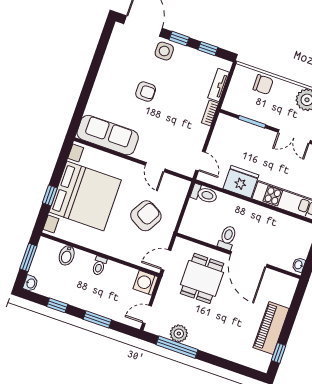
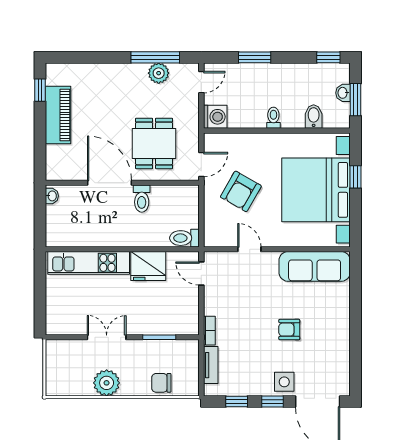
door: (166, 260) -> (201, 165), moved
washbasin: (31, 283) -> (343, 93), moved
window: (57, 305) -> (328, 57), moved

